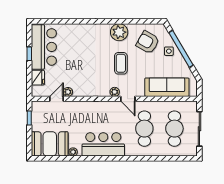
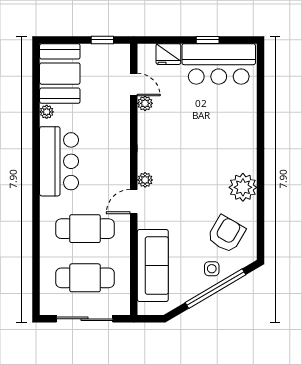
coffee table: (121, 63) -> (192, 190), removed

